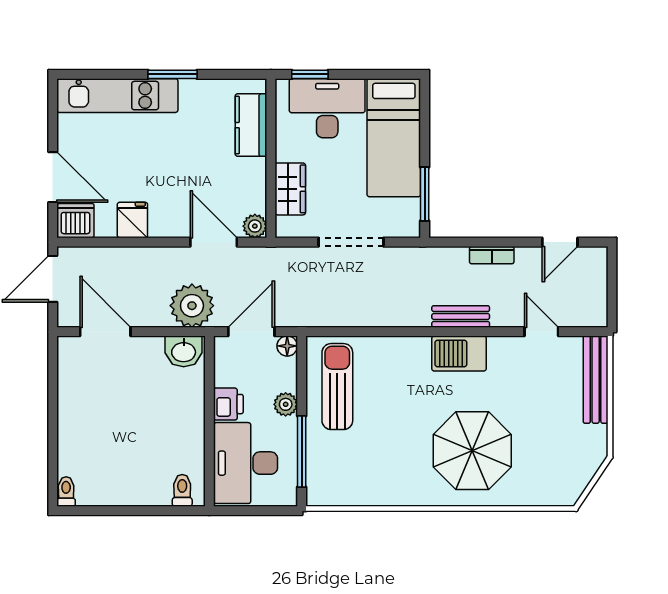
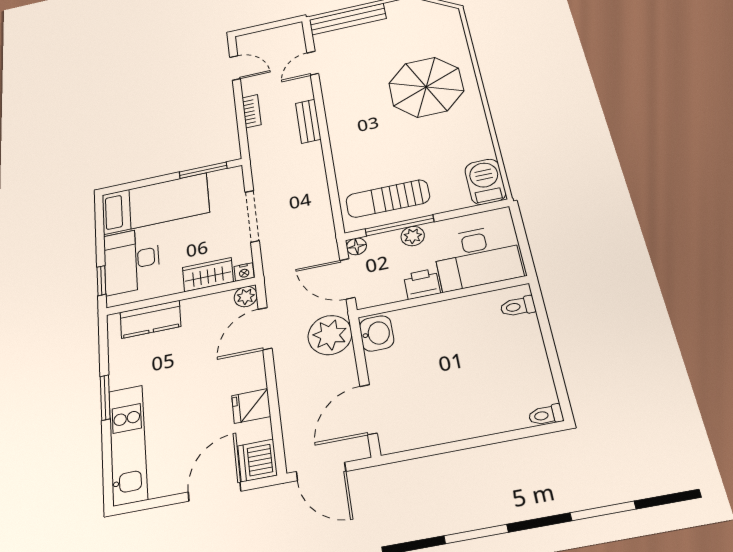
nightstand: (284, 227) -> (244, 272), added
barbecue: (459, 353) -> (485, 182), moved, turned 180
window: (302, 452) -> (400, 225), moved

